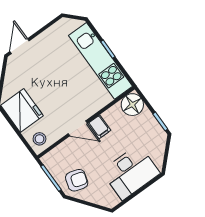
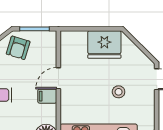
stool: (39, 139) -> (119, 92), moved

